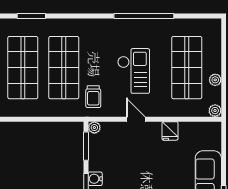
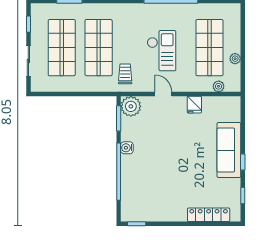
trolley: (93, 97) -> (125, 74), turned 180
plant: (215, 111) -> (219, 86), moved
plant: (94, 128) -> (131, 106), width x1.87, depth x1.87

